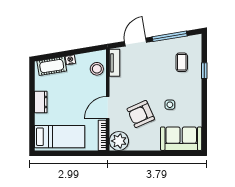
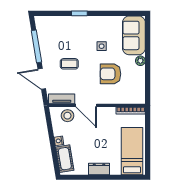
coffee table: (182, 62) -> (69, 64), moved
window: (204, 71) -> (79, 13), moved
door: (108, 108) -> (86, 105), moved
armchair: (141, 114) -> (110, 74), turned 114
plant: (119, 141) -> (140, 61), moved, width x0.53, depth x0.53

